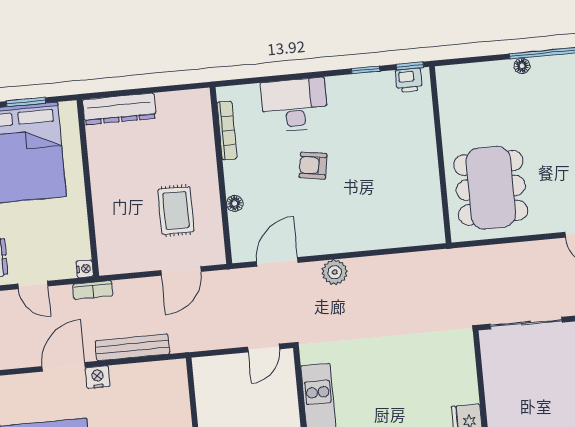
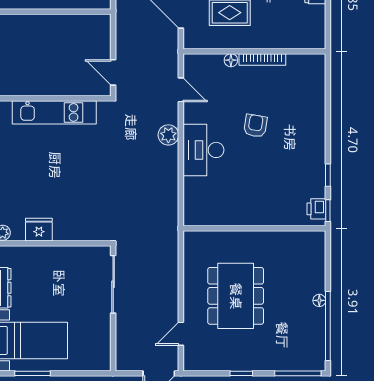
desk: (294, 105) -> (203, 150), moved, turned 180
bookcase: (227, 131) -> (262, 60), moved
dining table: (491, 188) -> (236, 296), moved, turned 90
door: (277, 262) -> (181, 90), width x0.73

